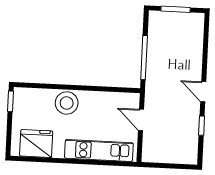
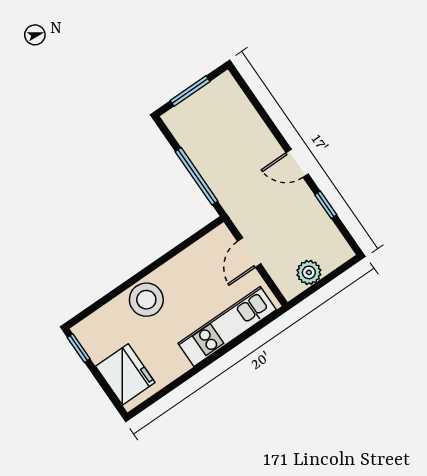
door: (141, 120) -> (249, 252), hinge flipped
fridge: (36, 143) -> (125, 374), moved, turned 90
plant: (165, 155) -> (309, 272), added

